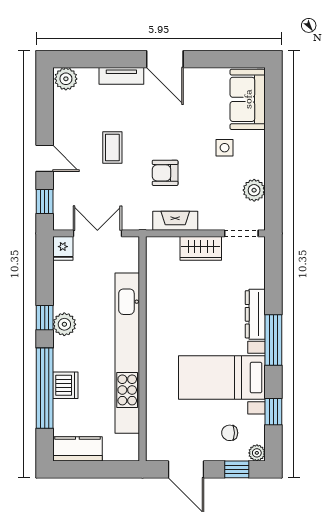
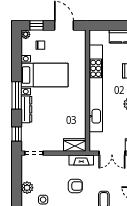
plant: (254, 190) -> (27, 188), moved
fireplace: (175, 221) -> (81, 160), moved
wardrobe: (201, 248) -> (75, 145), moved
window: (273, 412) -> (17, 134), moved

